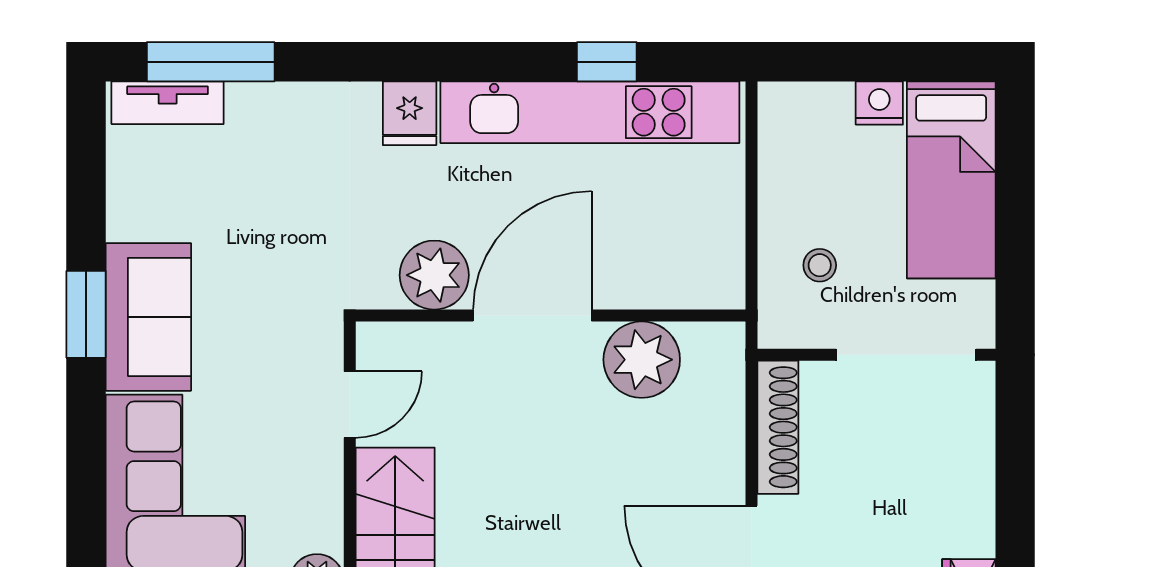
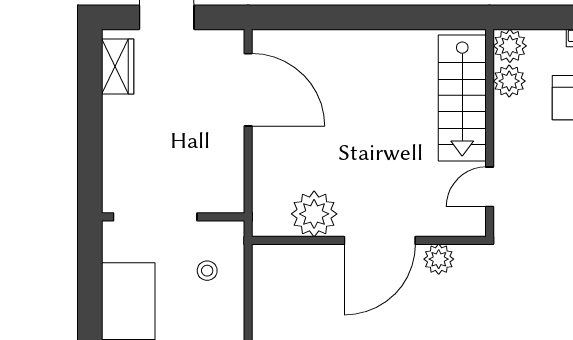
plant: (434, 275) -> (439, 259), width x0.73, depth x0.73
shoe rack: (778, 427) -> (232, 173), removed

